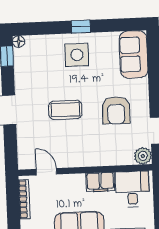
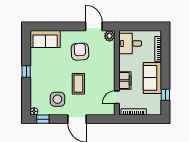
side table: (77, 55) -> (57, 99), moved
armchair: (116, 110) -> (80, 52), turned -94
filing cabinet: (100, 182) -> (125, 81), moved

